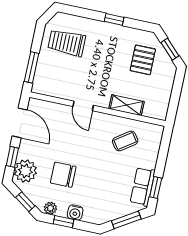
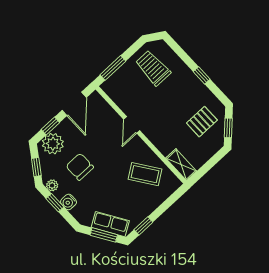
shelving: (127, 105) -> (181, 165), moved
coffee table: (125, 141) -> (145, 174), width x1.36, depth x1.30
row of seats: (143, 187) -> (110, 224), moved, turned 58

